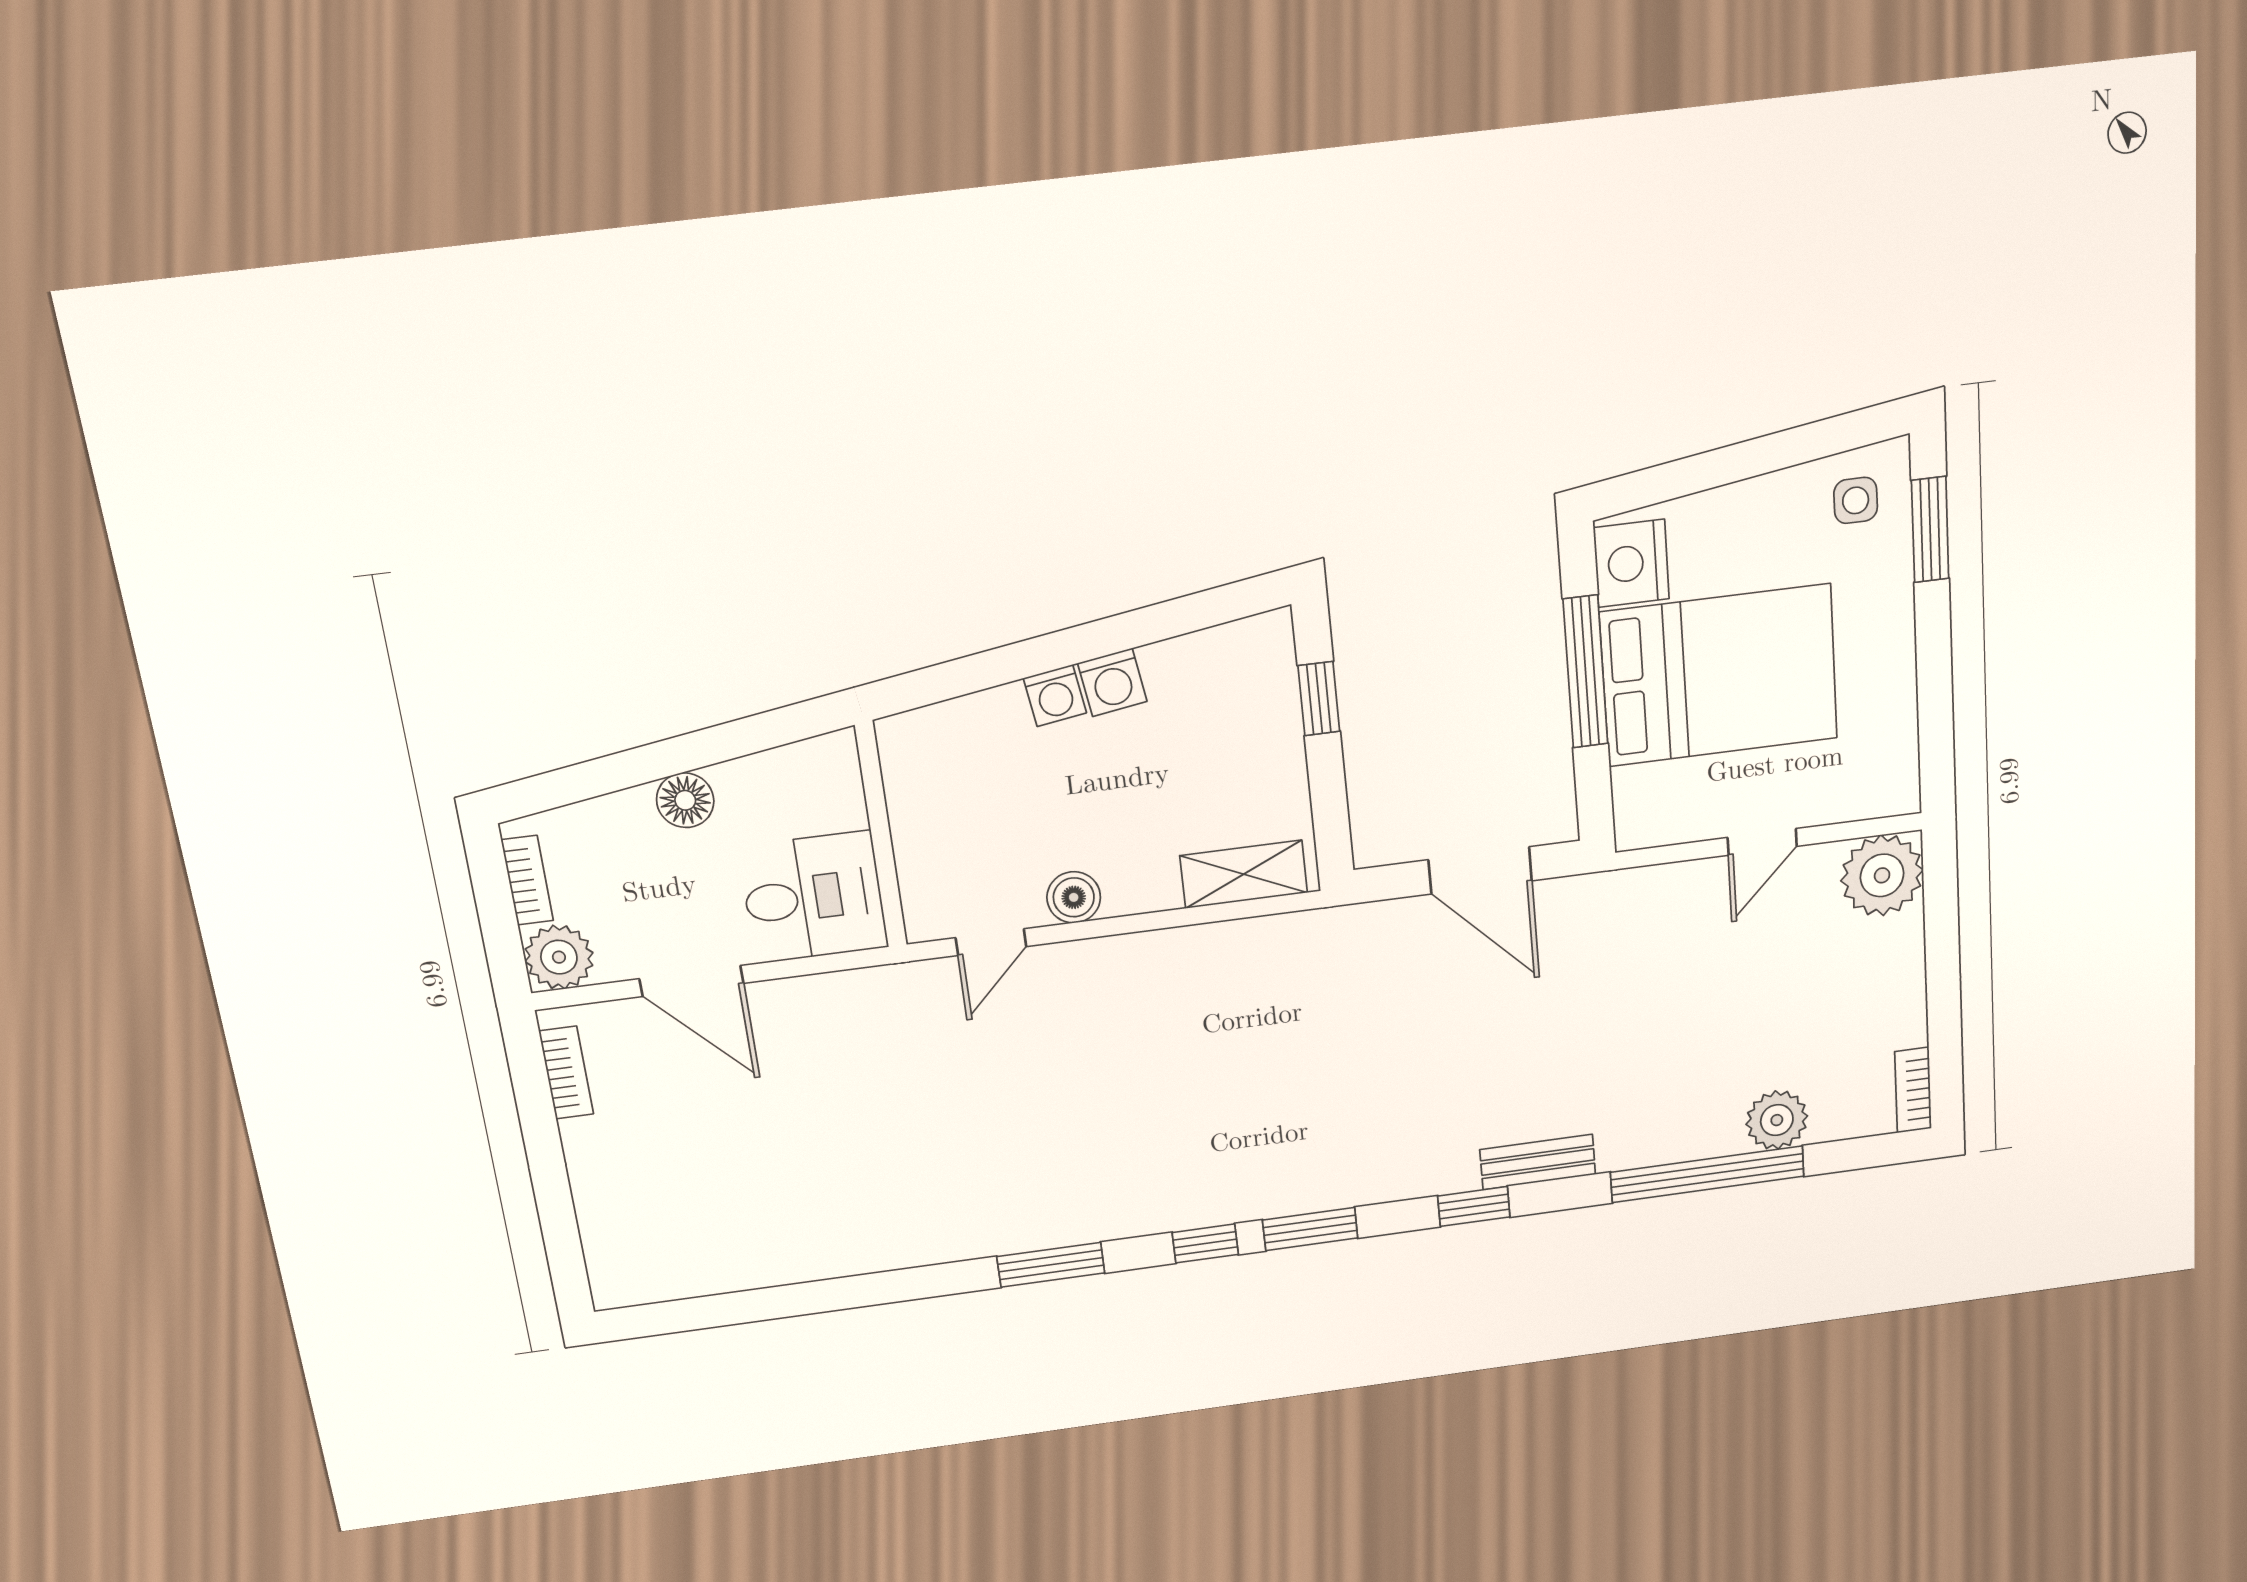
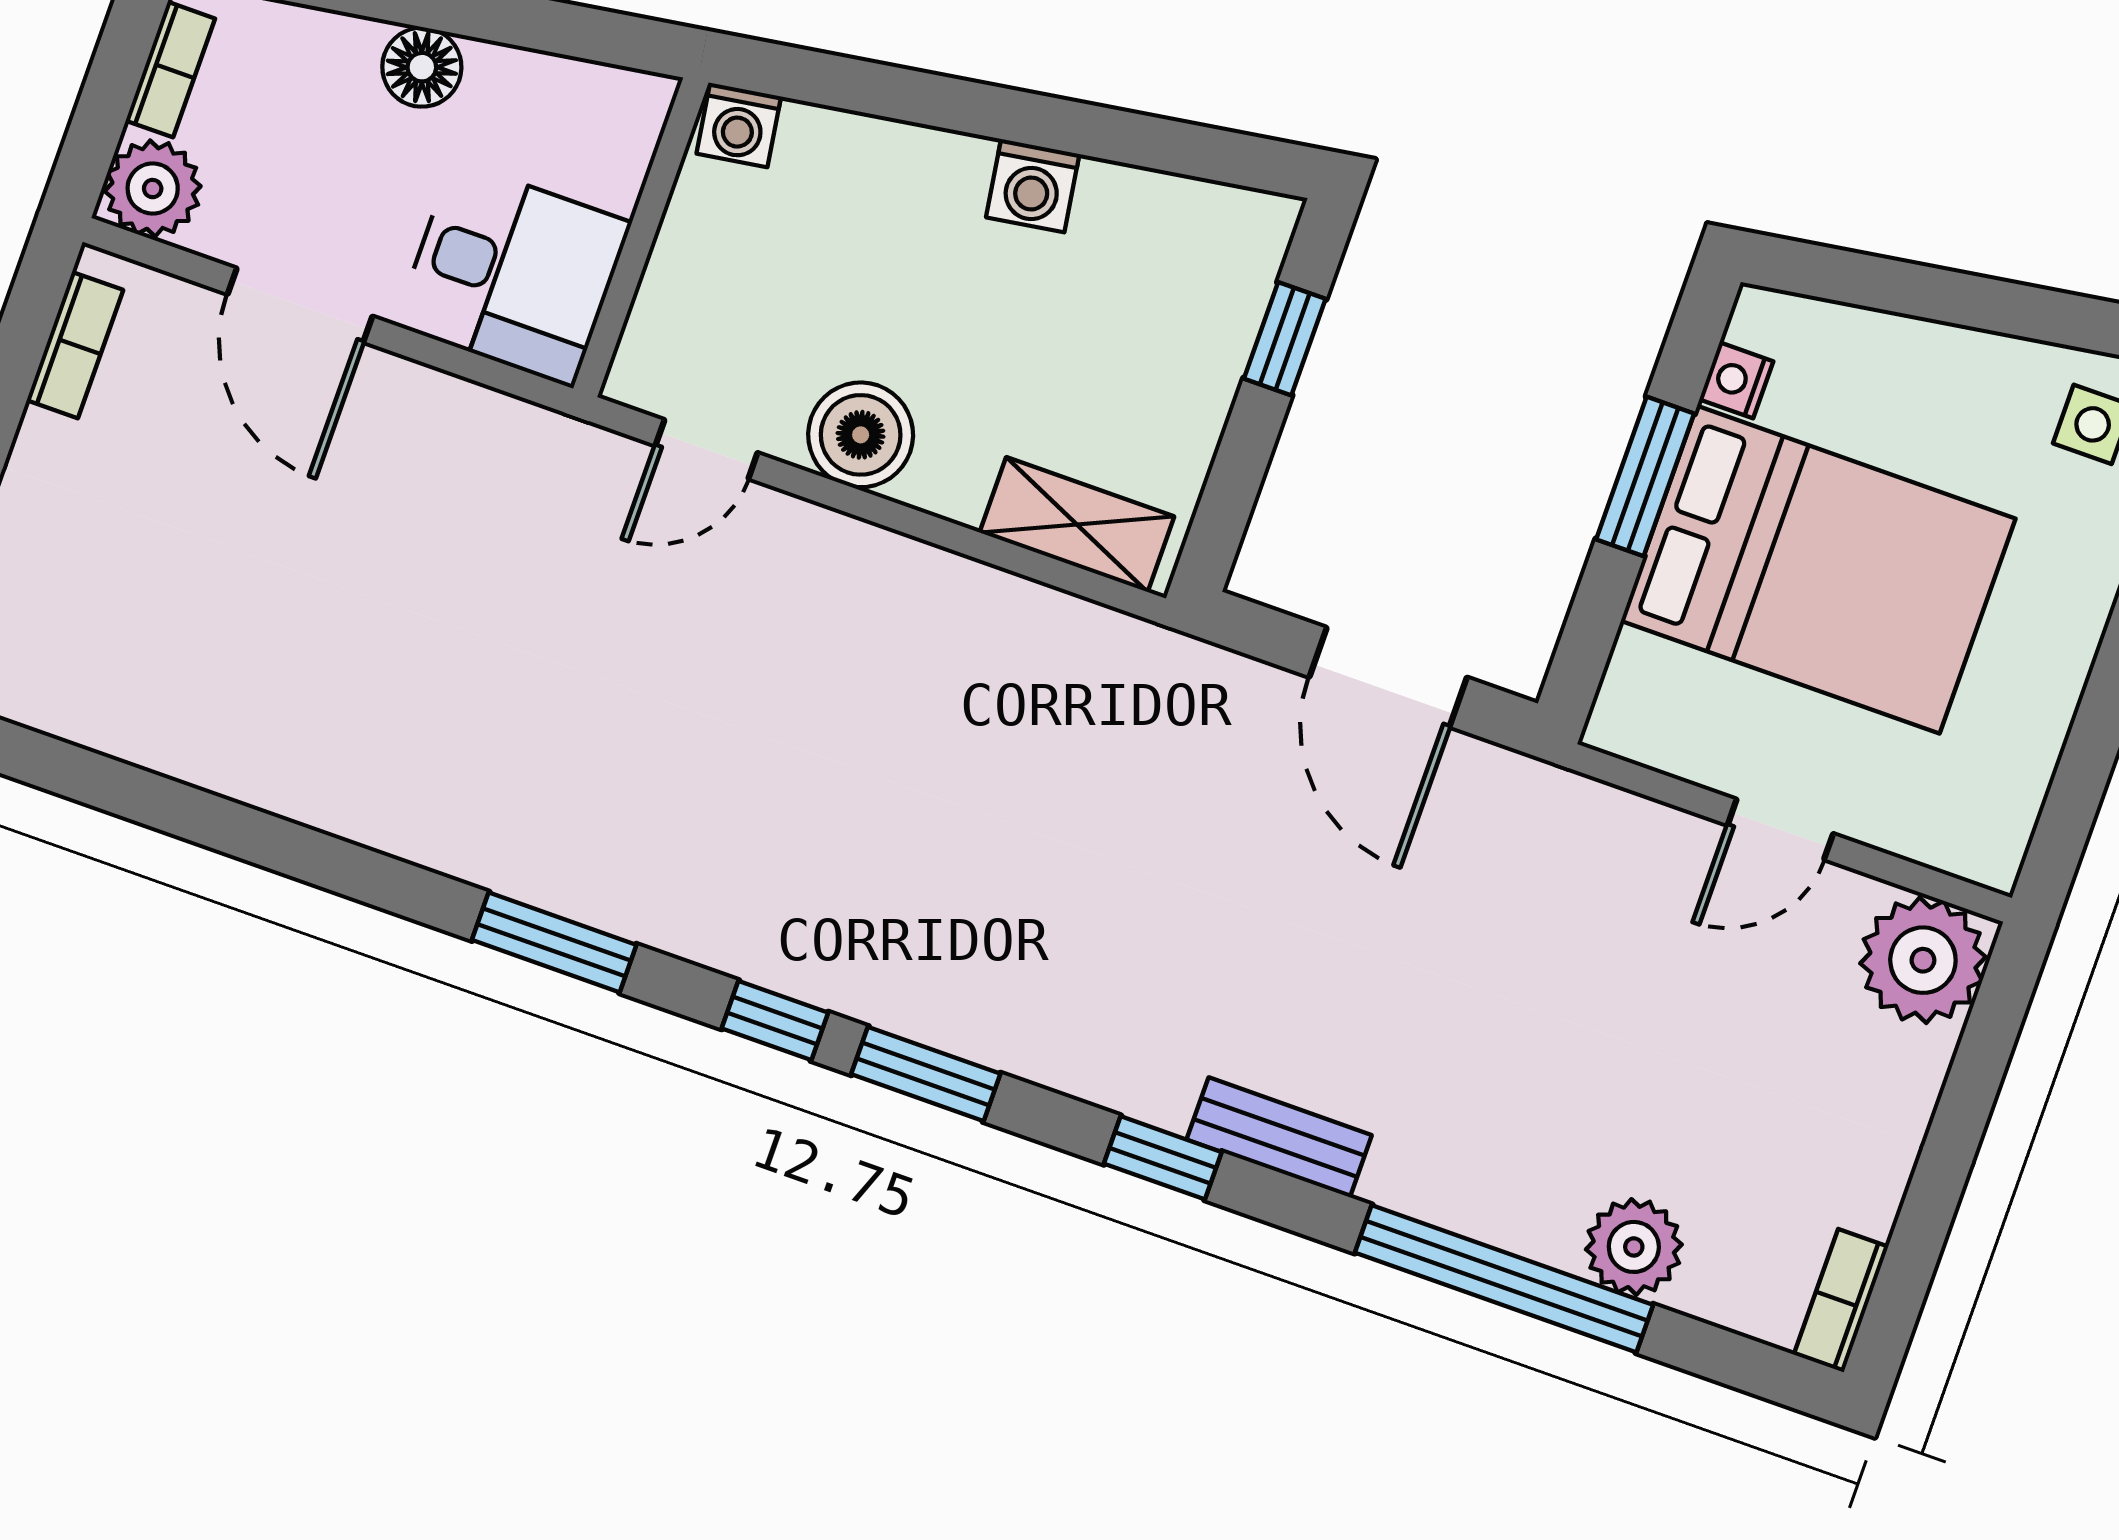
nightstand: (1631, 563) -> (1736, 380), width x0.53, depth x0.56
window: (1585, 672) -> (1645, 476), width x0.69
washing machine: (1055, 696) -> (739, 125), moved
boiler: (1074, 897) -> (861, 435), width x1.36, depth x1.36

